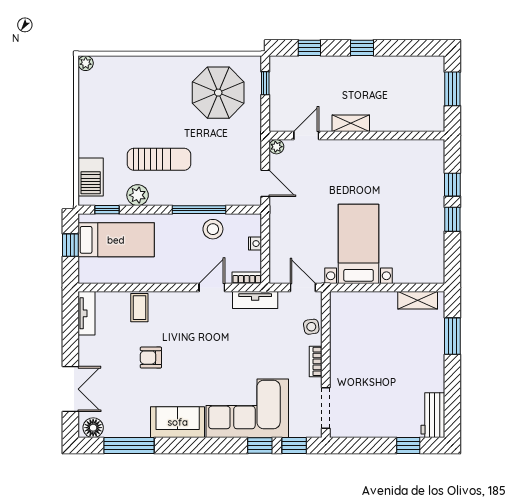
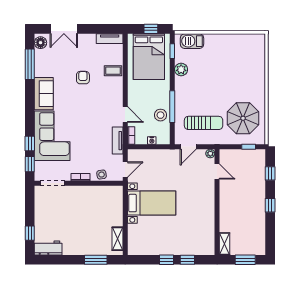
plant: (86, 63) -> (261, 38), removed
shelving: (351, 123) -> (224, 244), moved
sun lounger: (159, 159) -> (204, 123), moved, turned -90
bed: (116, 240) -> (149, 57), width x1.50

